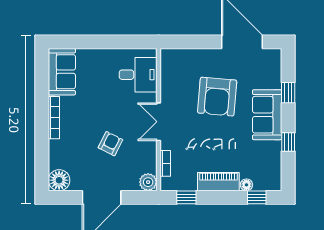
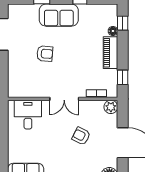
armchair: (217, 97) -> (45, 54), width x0.53, depth x0.53

